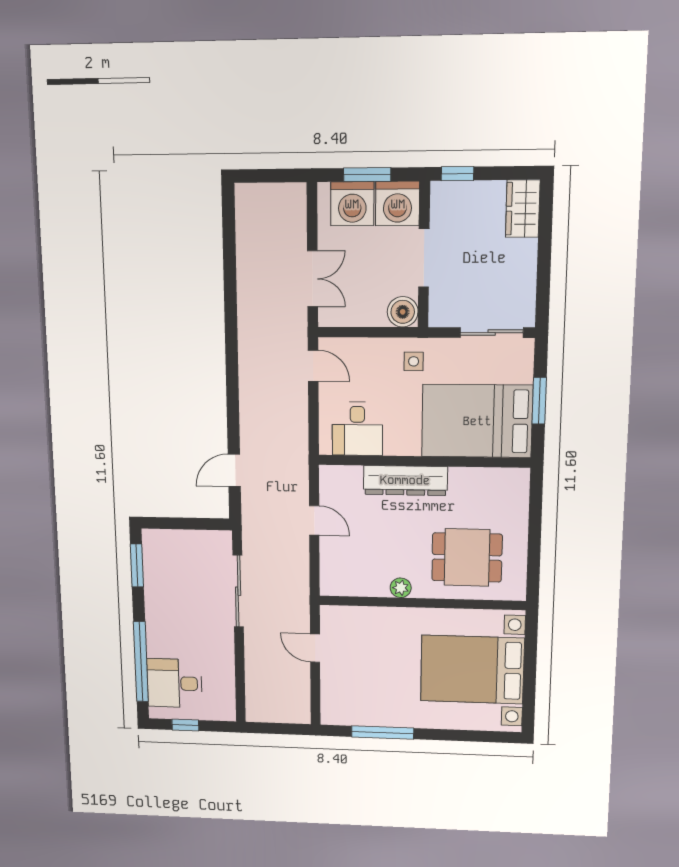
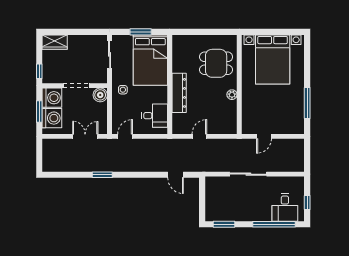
window: (231, 316) -> (102, 175), added
dining table: (467, 557) -> (216, 63), turned 90
sliding door: (238, 591) -> (248, 174), moved

